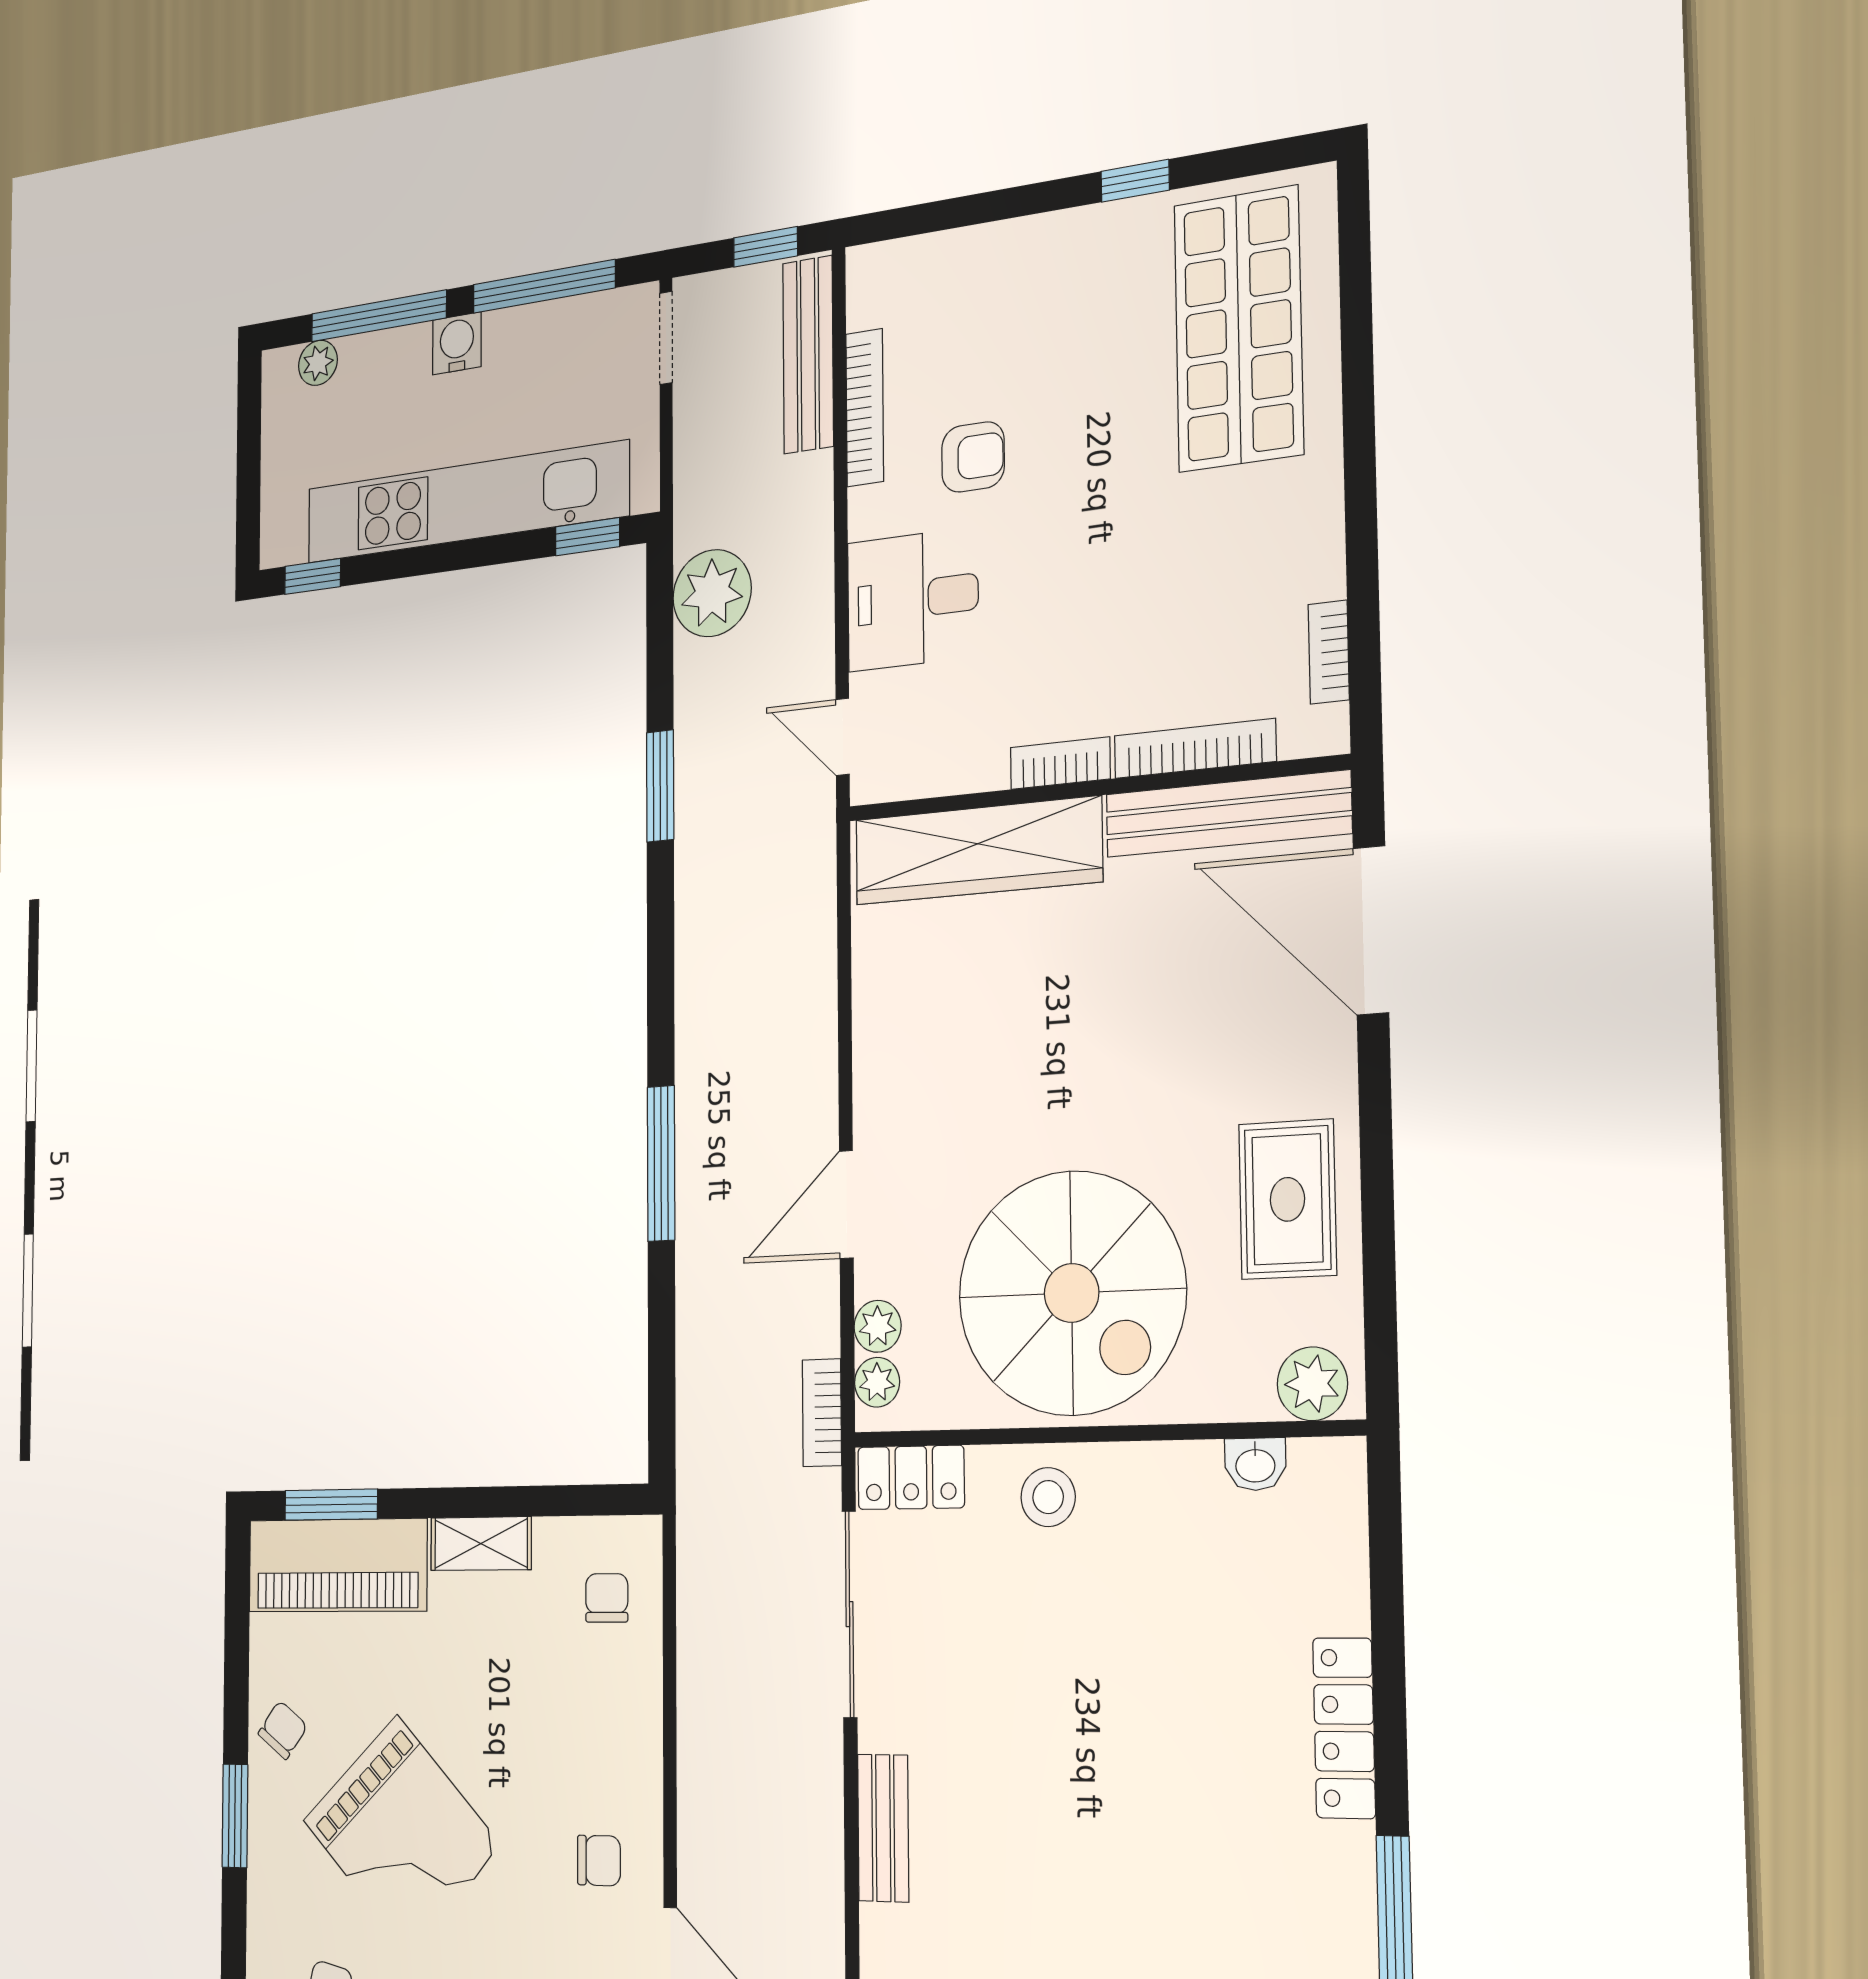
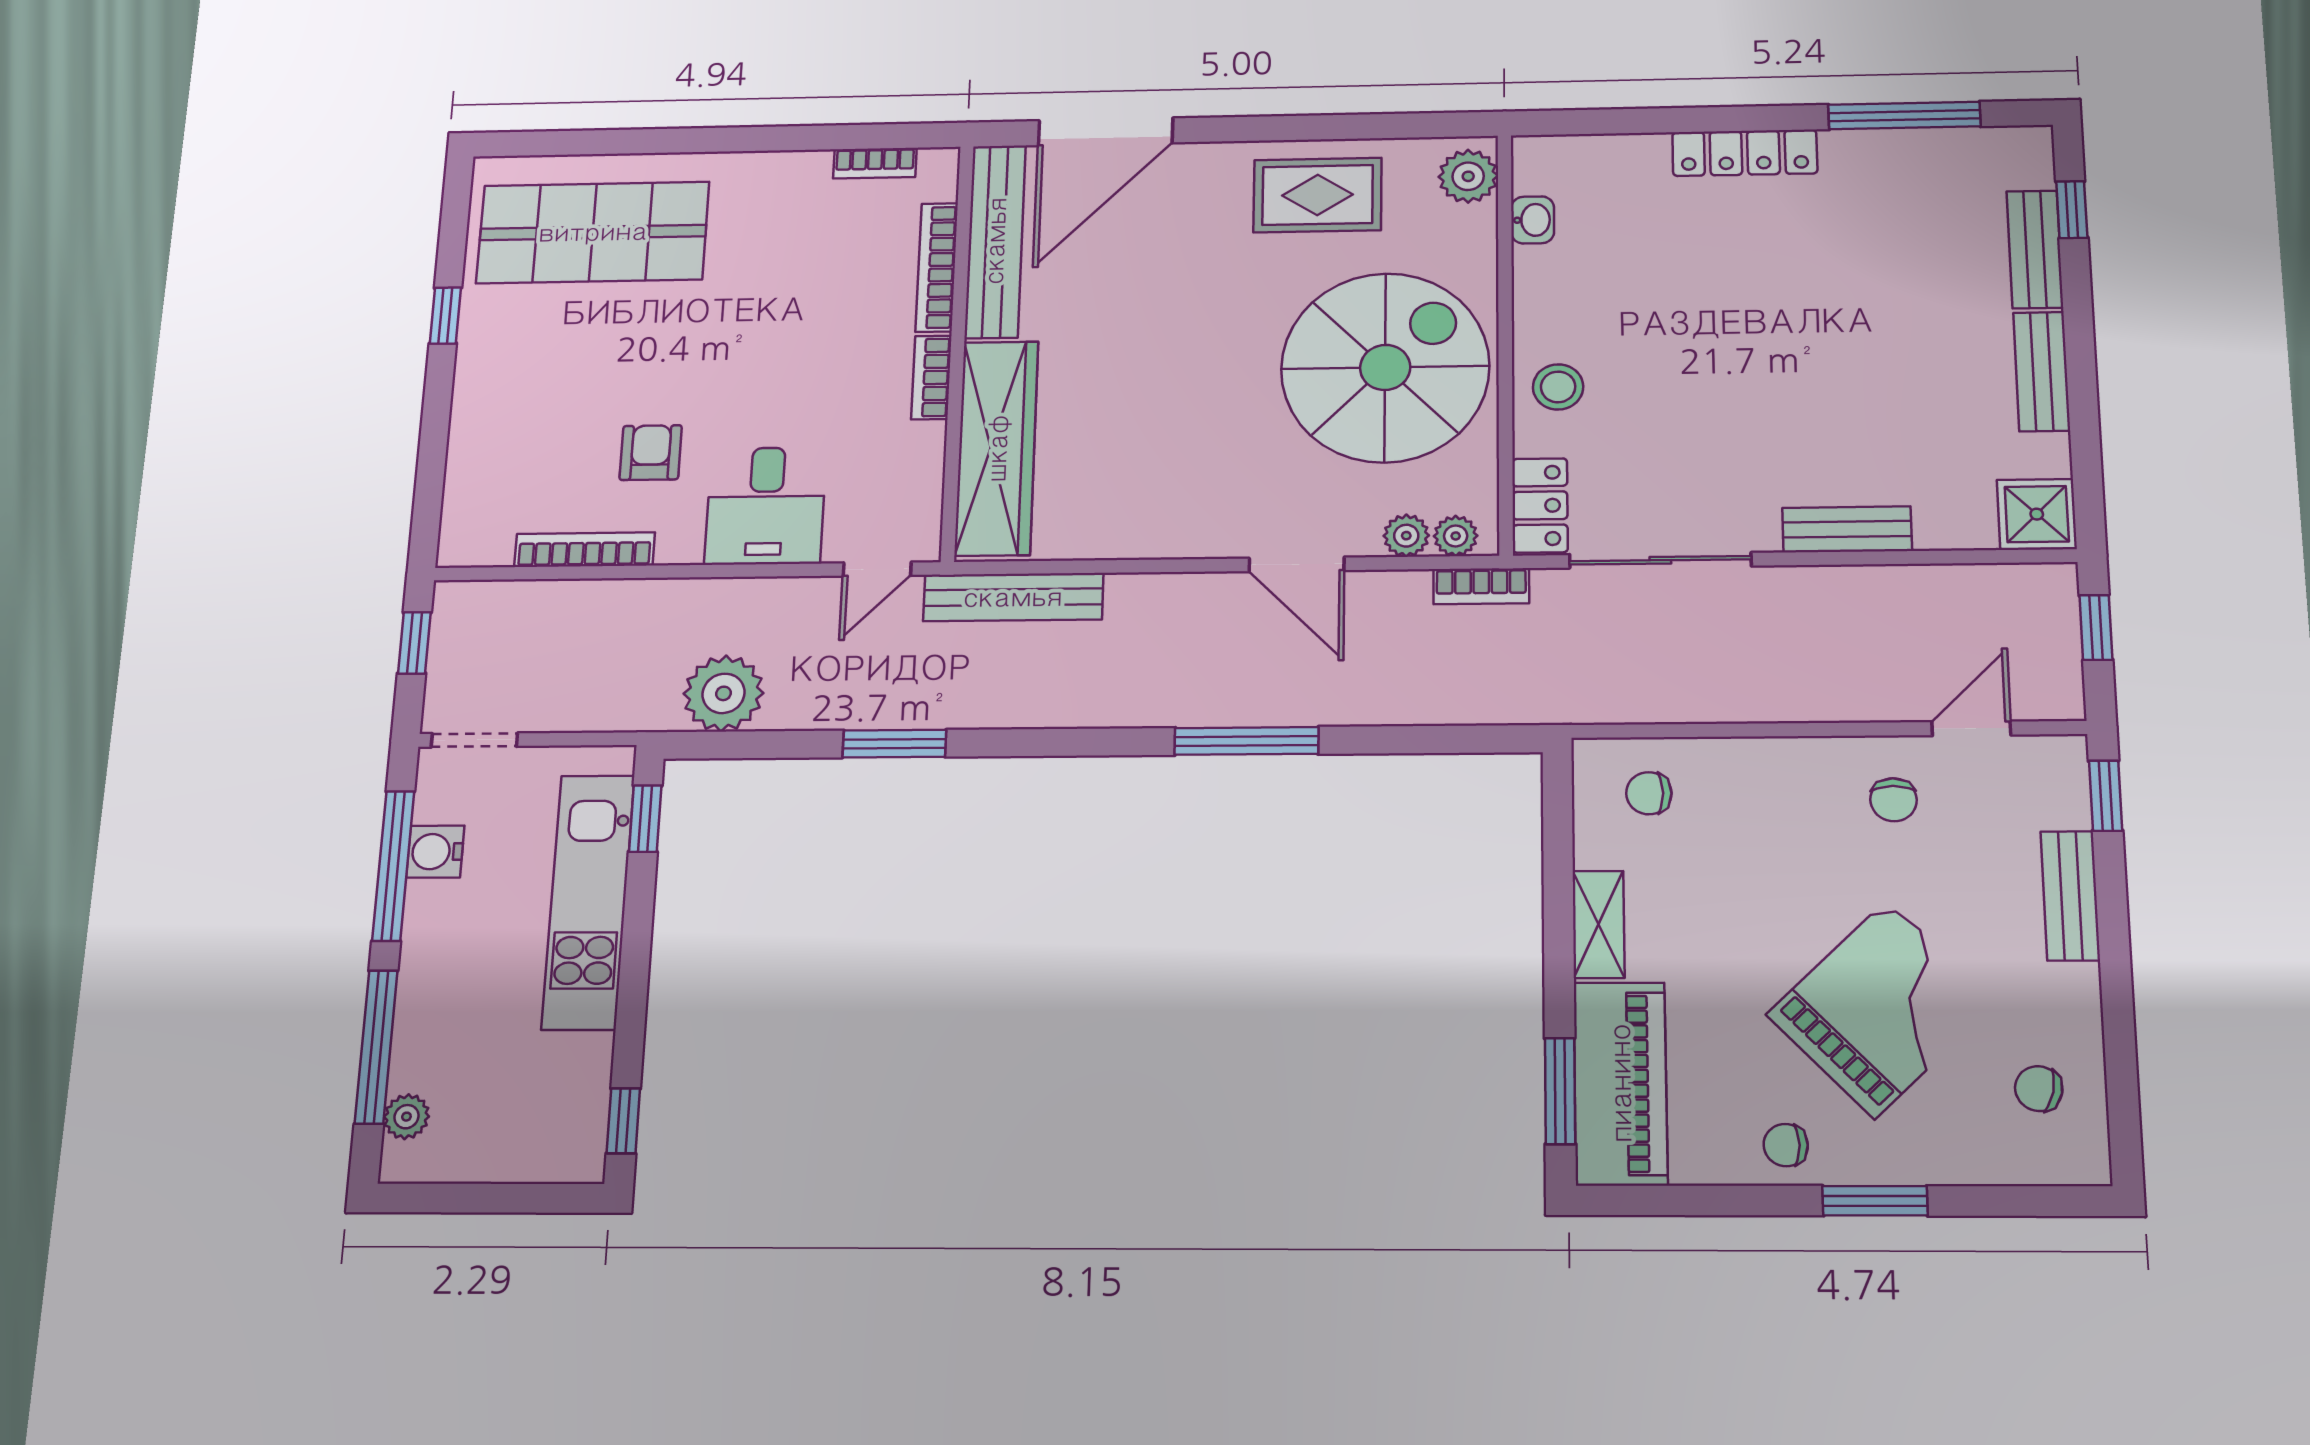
water cooler: (457, 343) -> (435, 852), moved
bench: (808, 355) -> (1013, 597), moved
kitchen unit: (466, 502) -> (588, 902), width x0.73
chair: (283, 1730) -> (1786, 1145), turned -37
chair: (599, 1861) -> (1893, 800), turned 180

